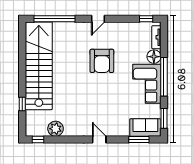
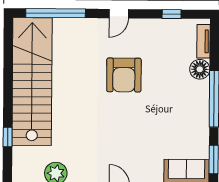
window: (146, 19) -> (172, 14), moved
corner sofa: (147, 84) -> (189, 109), removed

